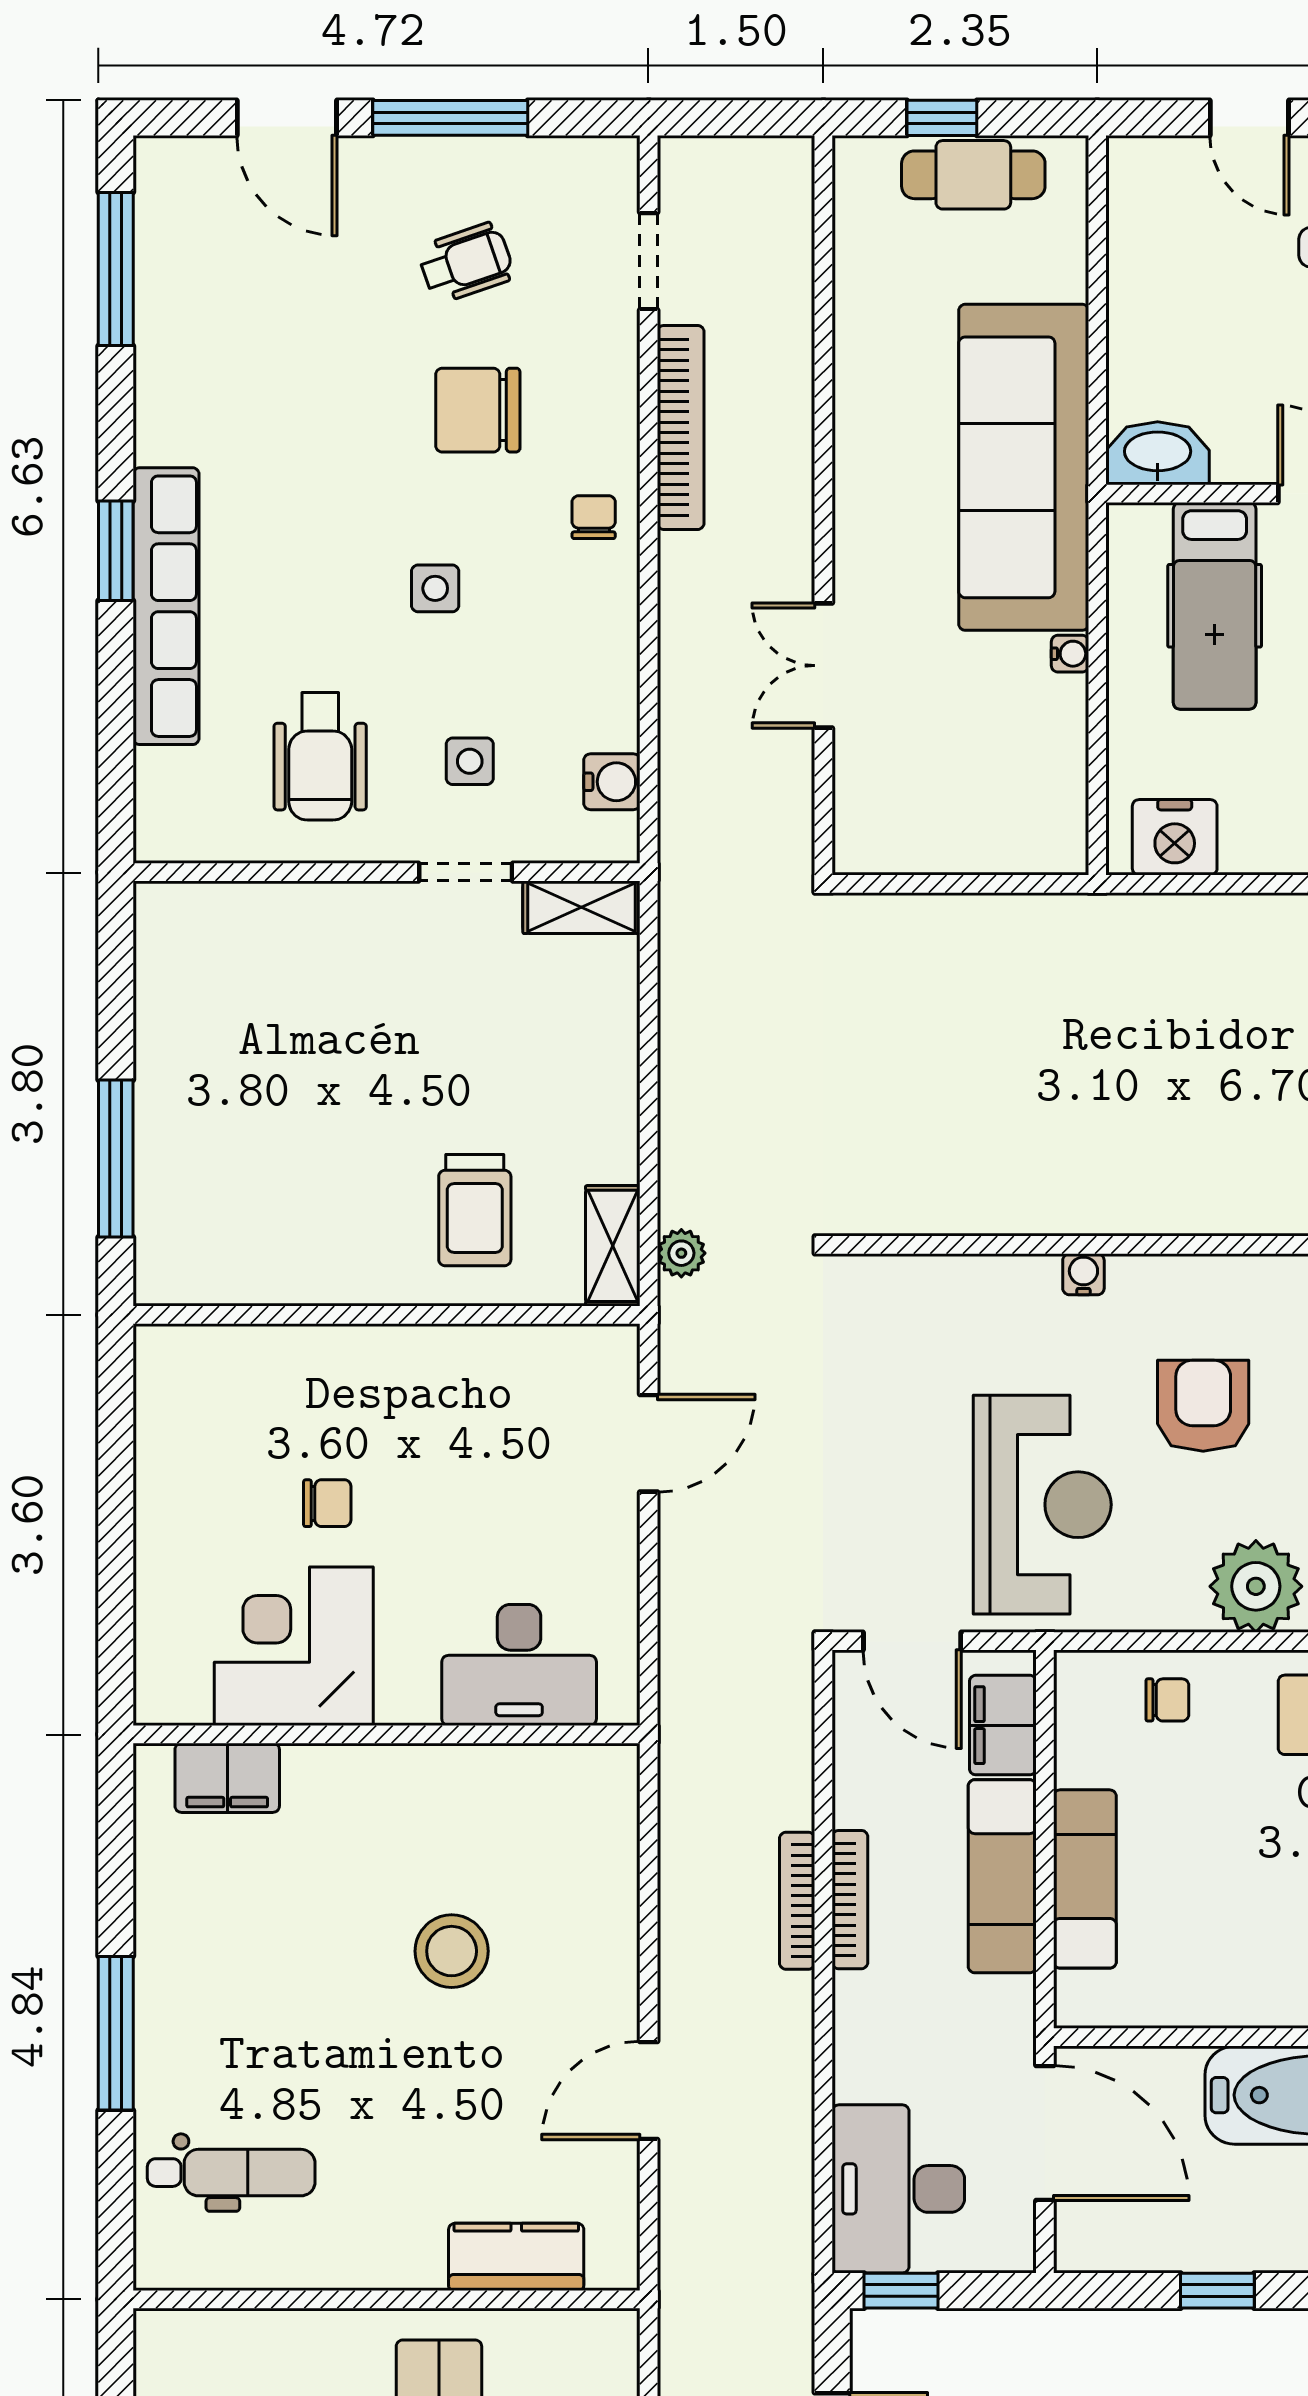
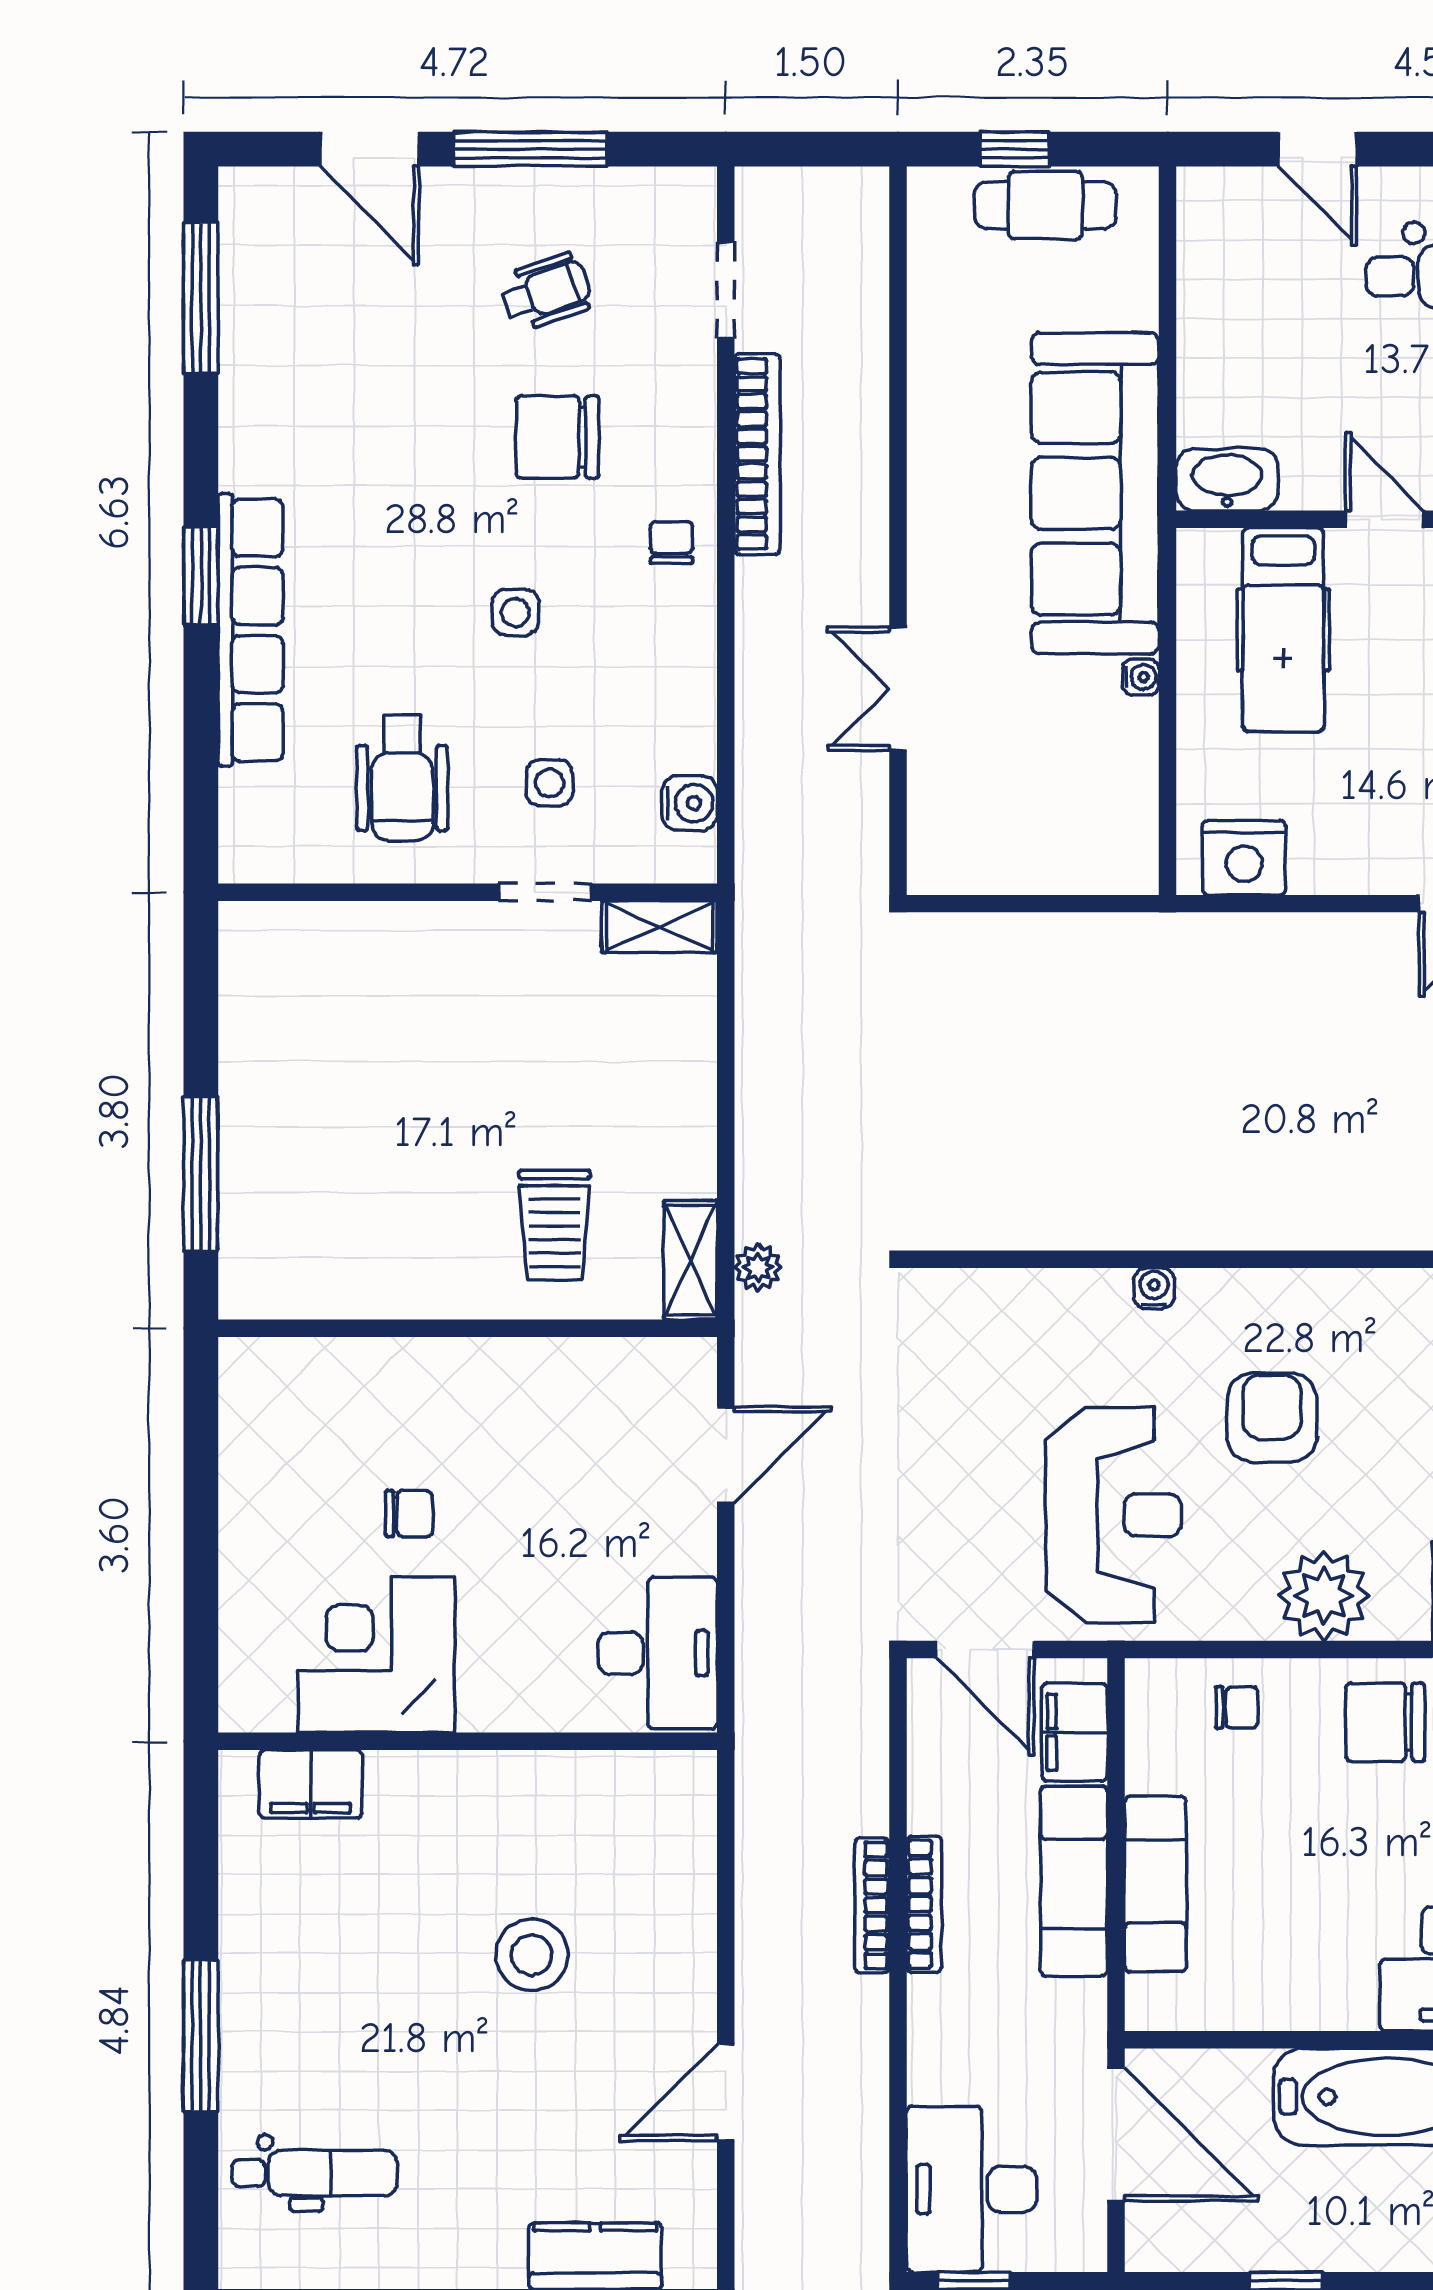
desk: (519, 1665) -> (657, 1653), moved, turned -90

